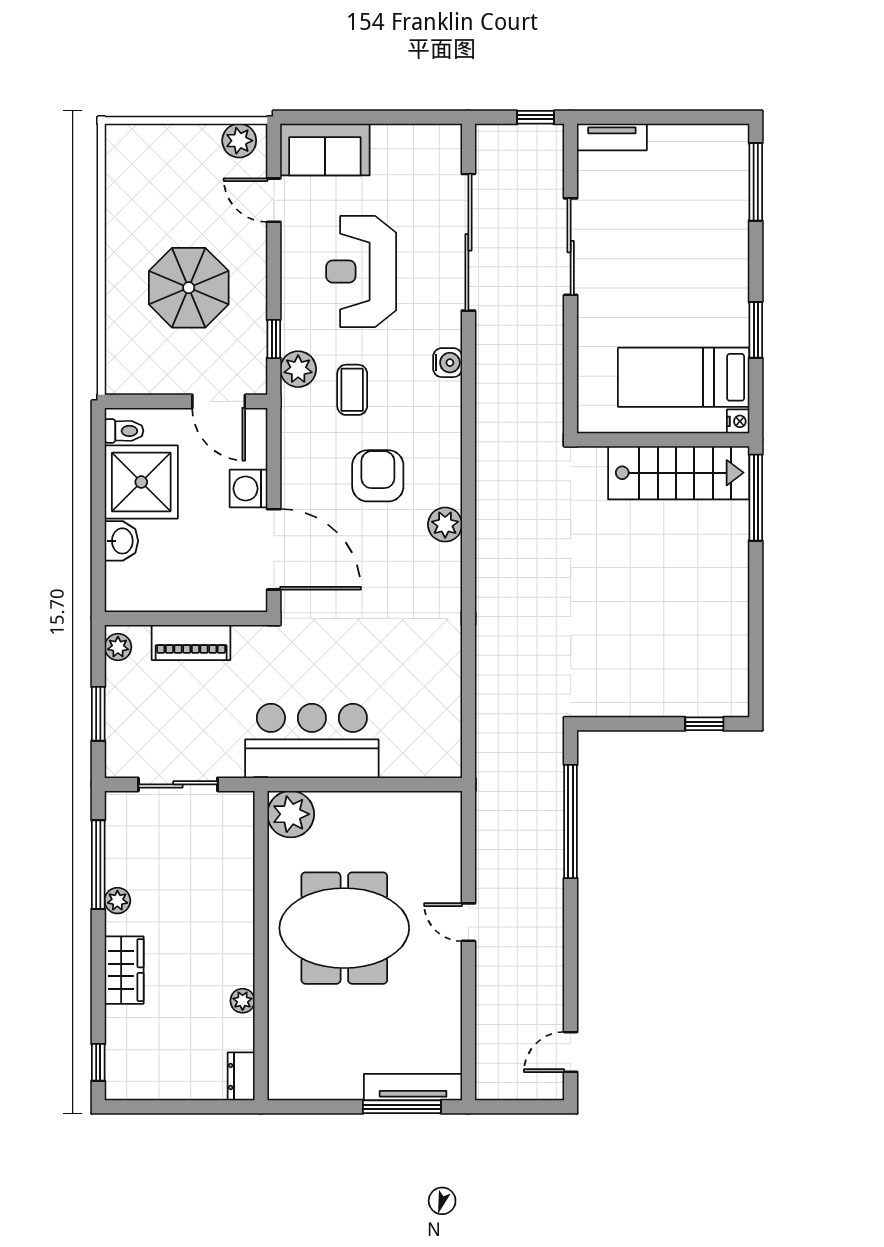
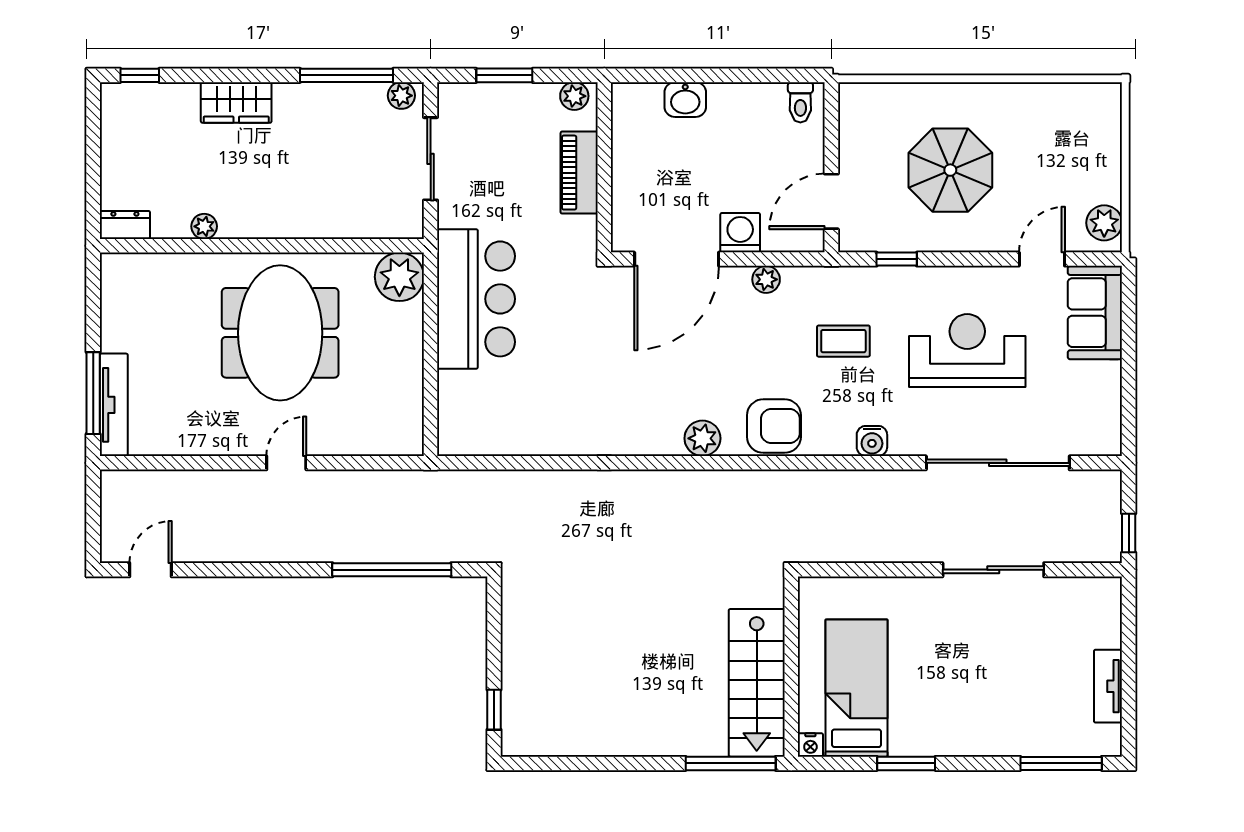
tv unit: (612, 137) -> (1108, 686), moved
plant: (298, 369) -> (766, 279), moved, width x0.73, depth x0.73
armchair: (378, 476) -> (774, 426), moved
shower: (141, 482) -> (747, 120), removed
plant: (117, 901) -> (401, 96), moved
door: (571, 1052) -> (151, 570), hinge flipped

